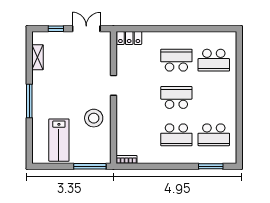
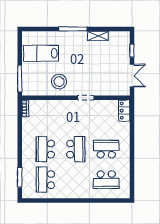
shelving: (37, 57) -> (98, 36), moved
school desk: (176, 60) -> (106, 149), turned -90
school desk: (214, 60) -> (106, 180), turned -90

